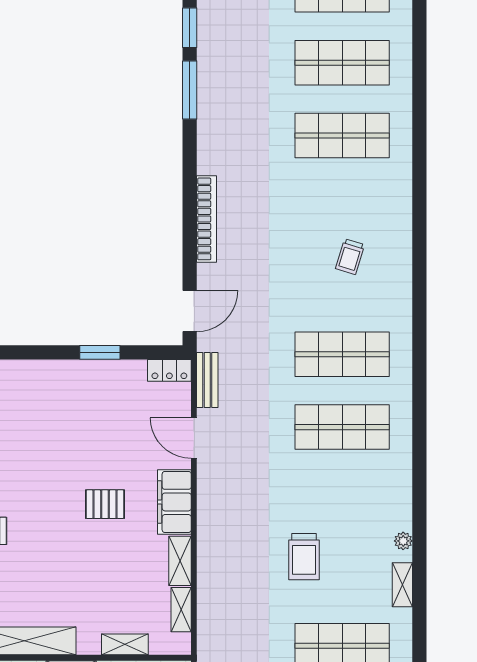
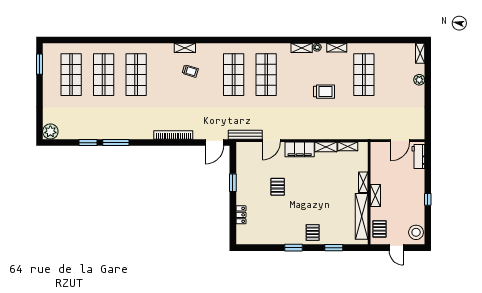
shelving: (402, 245) -> (185, 48), added
door: (190, 311) -> (214, 143), swing flipped
locker: (169, 370) -> (241, 215), moved
bench: (207, 380) -> (245, 135), width x1.36
pallet: (105, 504) -> (278, 187), moved
shelving: (402, 506) -> (302, 48), added
shelving: (125, 644) -> (363, 182), moved

